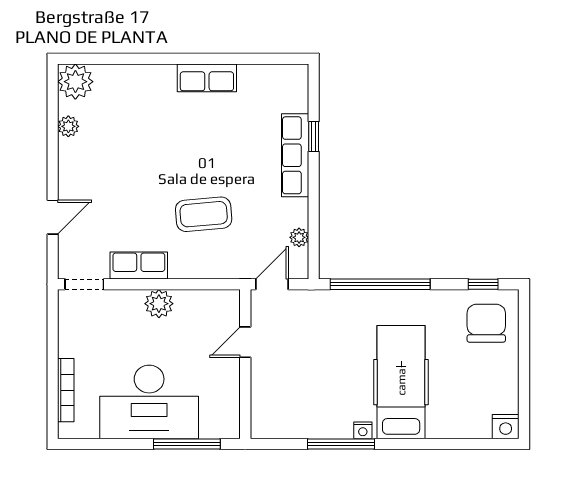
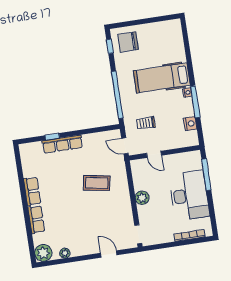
coffee table: (204, 214) -> (97, 183), turned -75
plant: (299, 237) -> (101, 136), removed
row of seats: (139, 266) -> (36, 220), moved, turned 180
trolley: (313, 335) -> (146, 123), added
nightstand: (506, 427) -> (190, 124), moved

